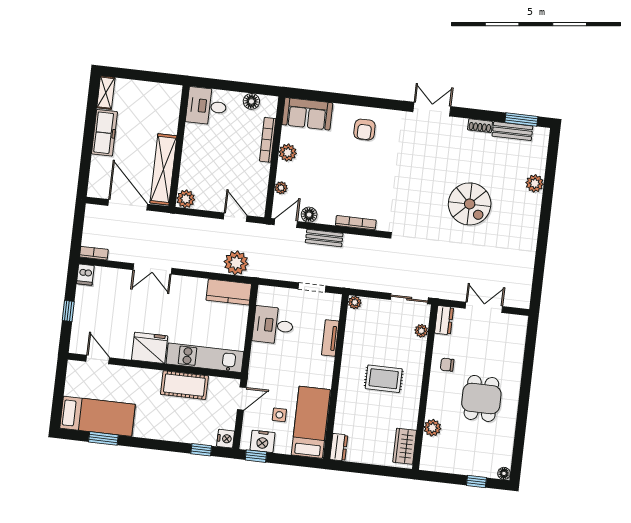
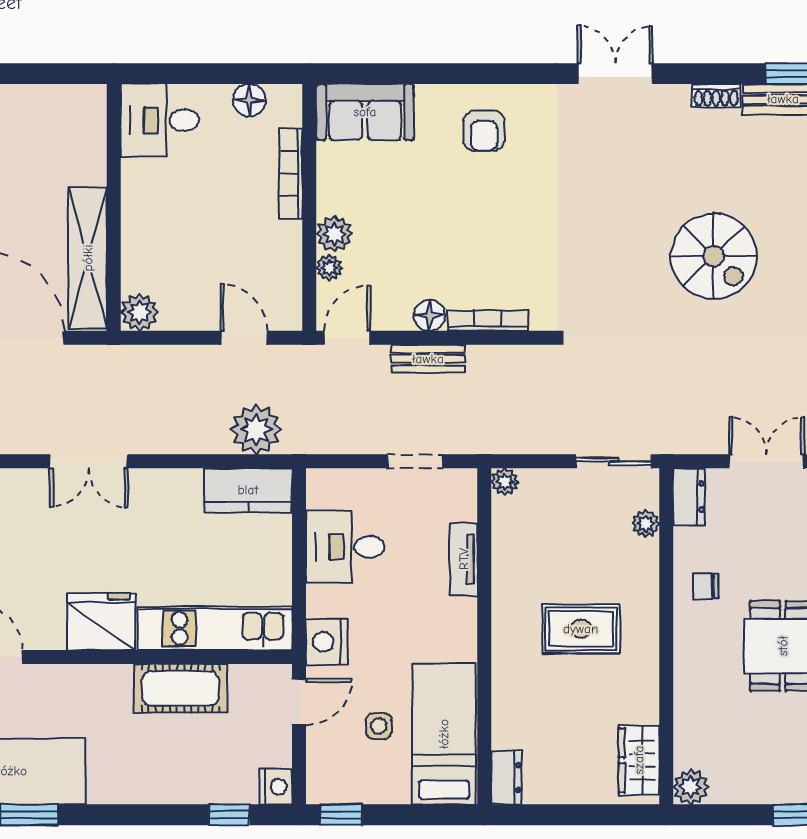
plant: (288, 153) -> (334, 234), moved
floor lamp: (309, 215) -> (429, 315), moved
plant: (432, 428) -> (691, 787), moved
nightstand: (263, 441) -> (327, 642), moved, turned 90

